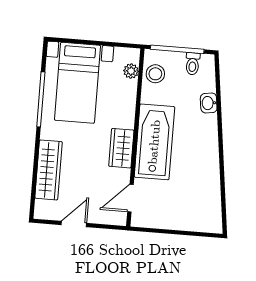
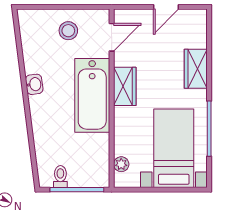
stool: (155, 74) -> (68, 31), moved
washbasin: (209, 103) -> (34, 84), moved
wardrobe: (49, 170) -> (196, 69), width x0.67

